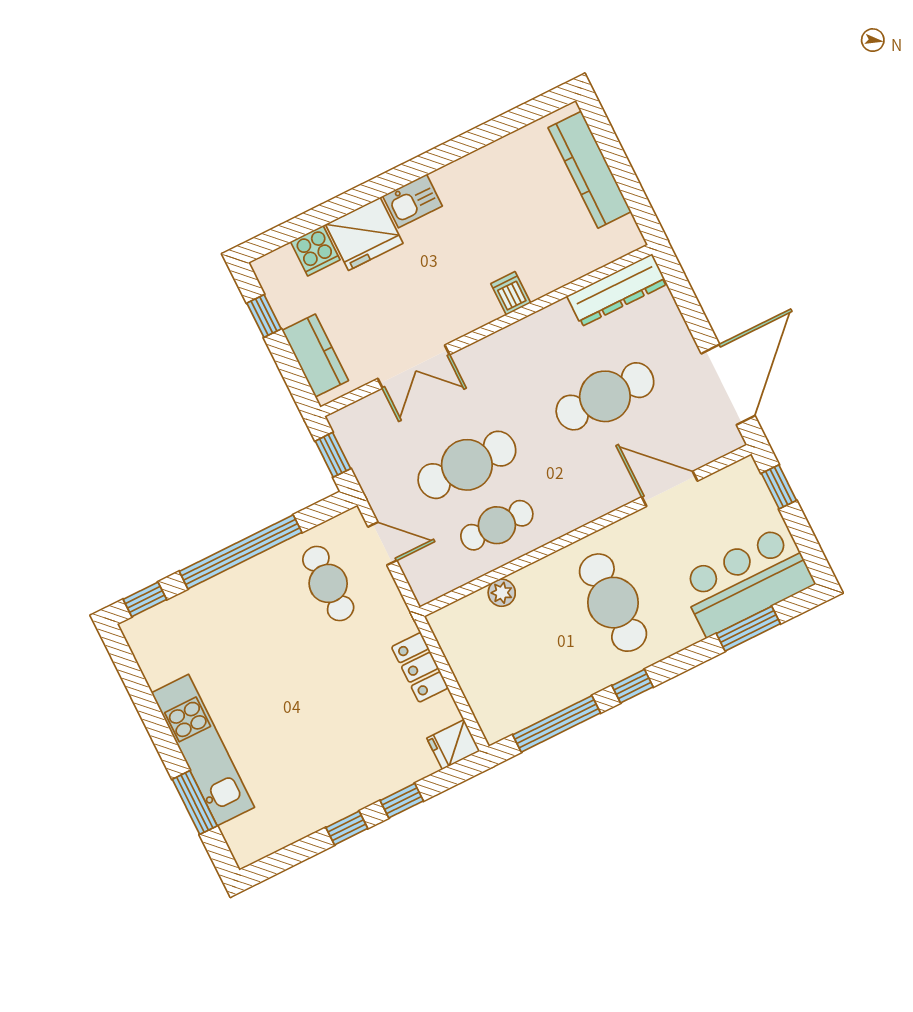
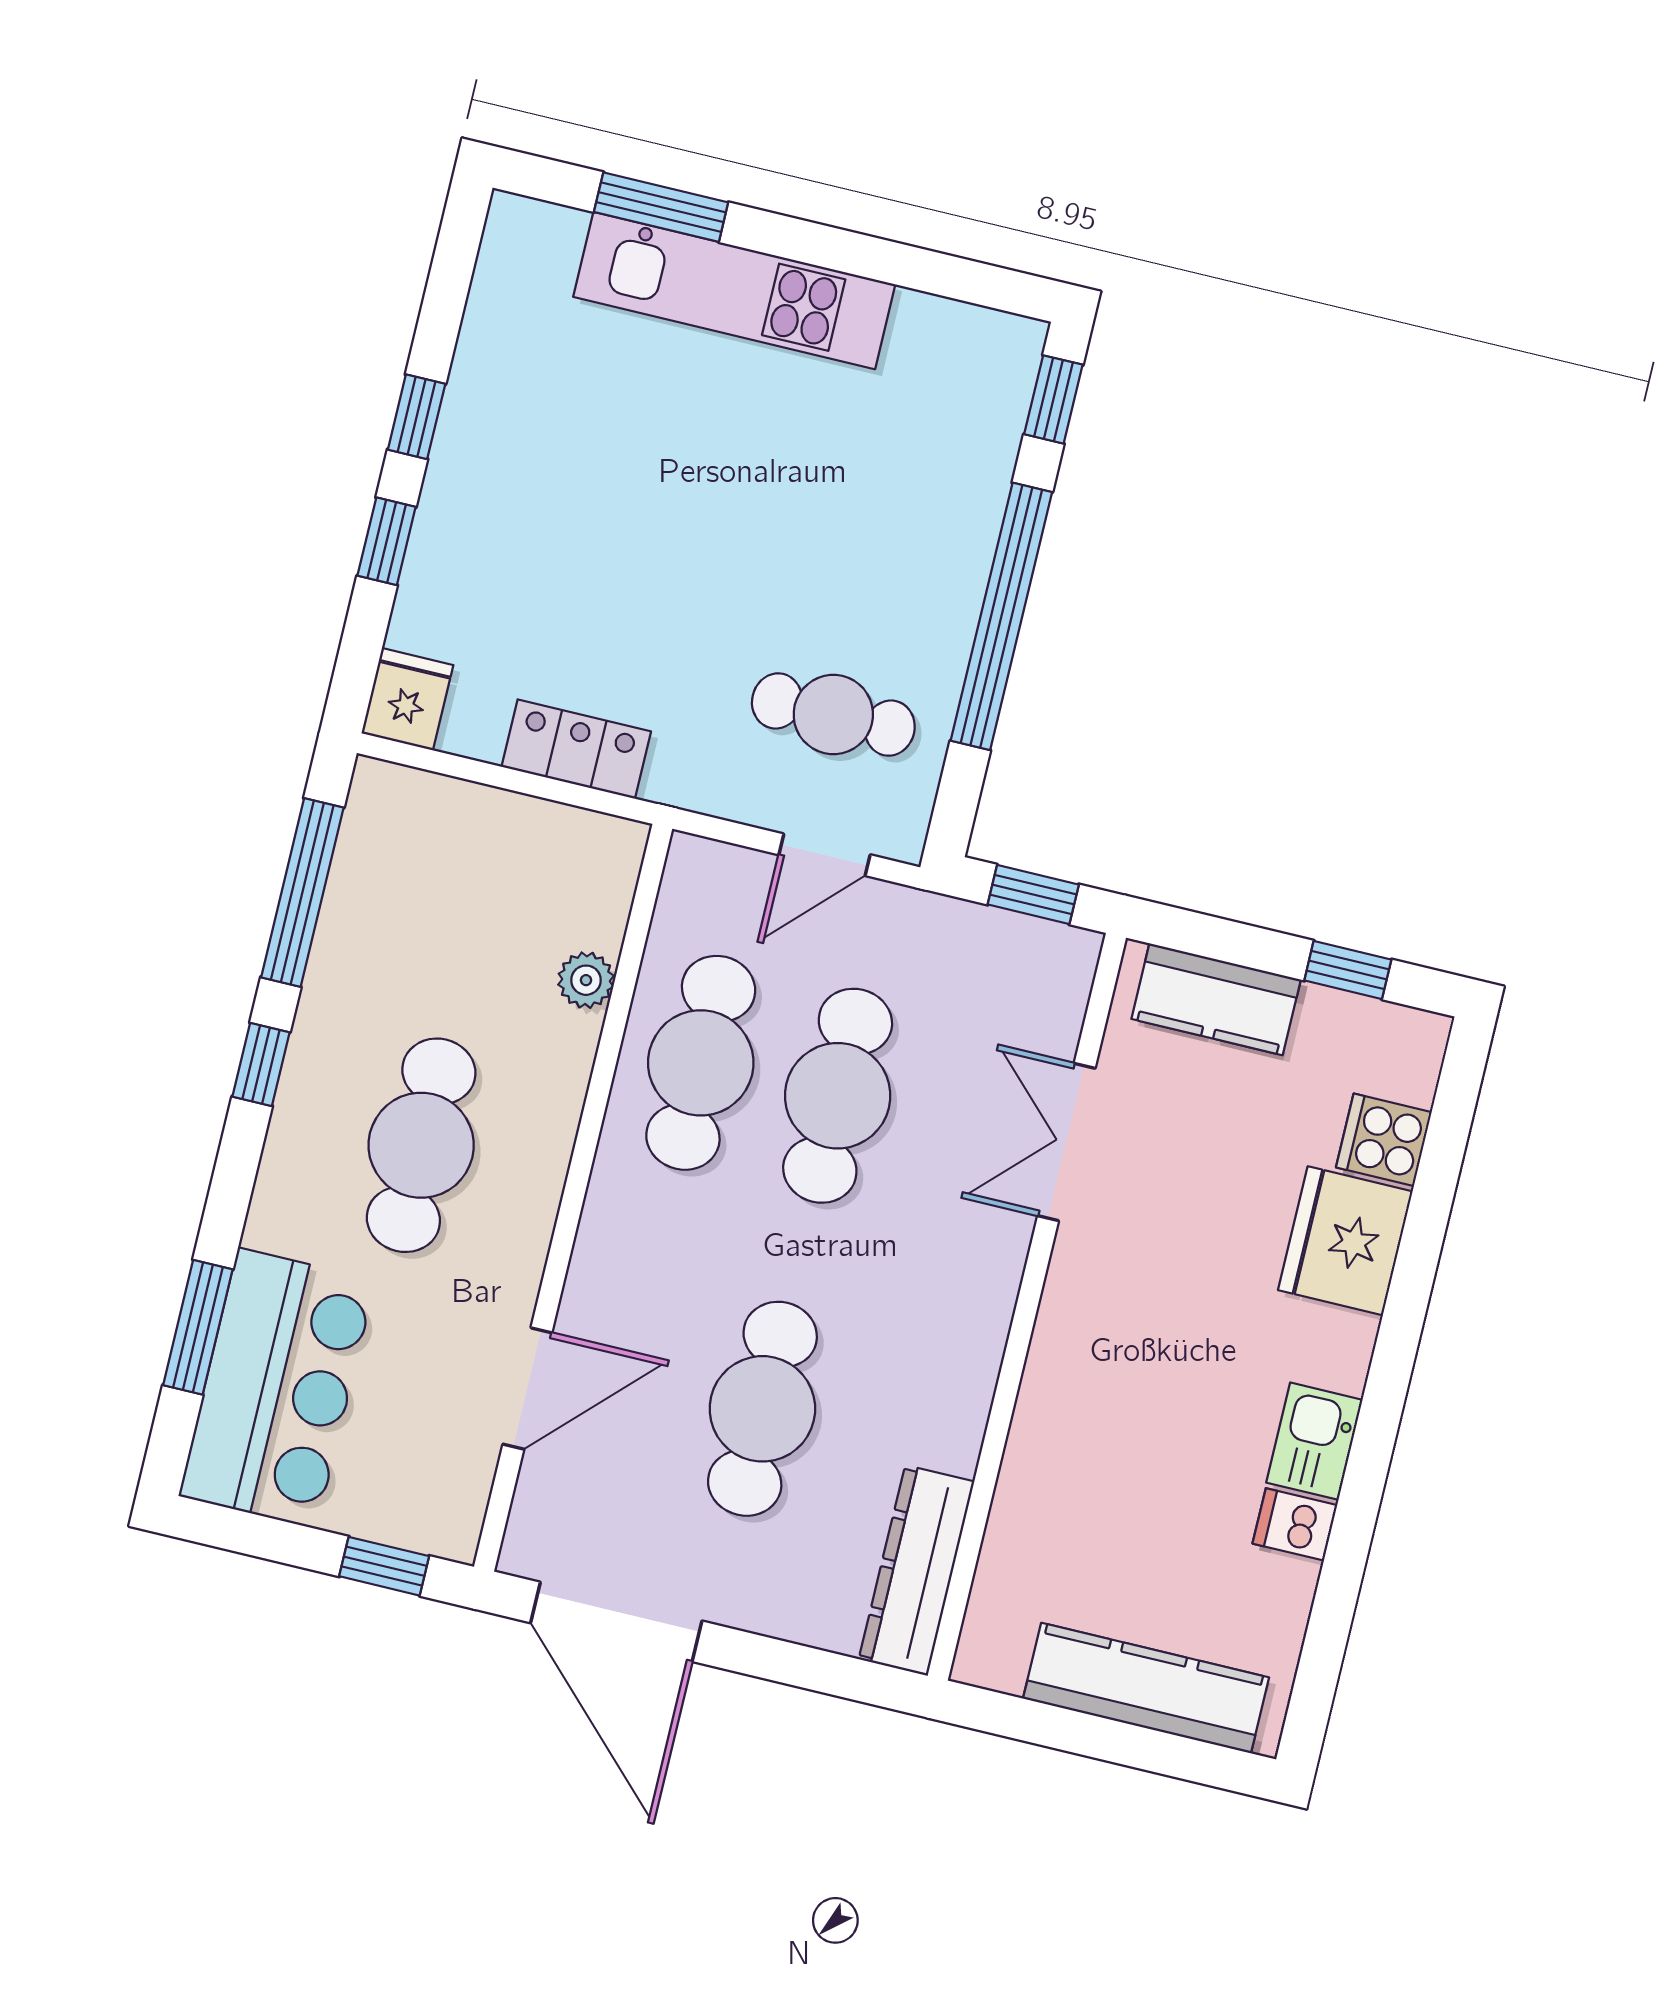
kitchen sink: (412, 201) -> (1314, 1441), moved
dishwasher: (511, 293) -> (1295, 1524), moved, turned 180
cafe table: (497, 525) -> (701, 1063), width x1.37, depth x1.35
cafe table: (613, 603) -> (421, 1145), turned 90

